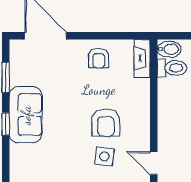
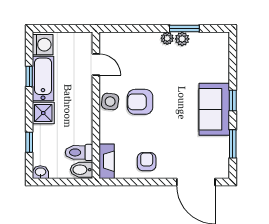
armchair: (106, 123) -> (140, 102), turned -90
side table: (104, 156) -> (110, 102), moved

